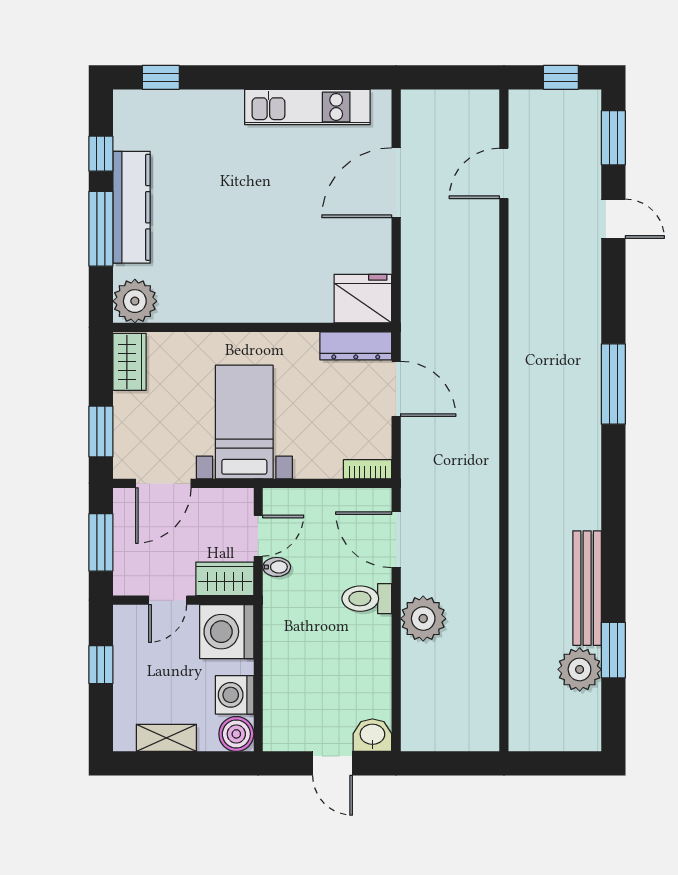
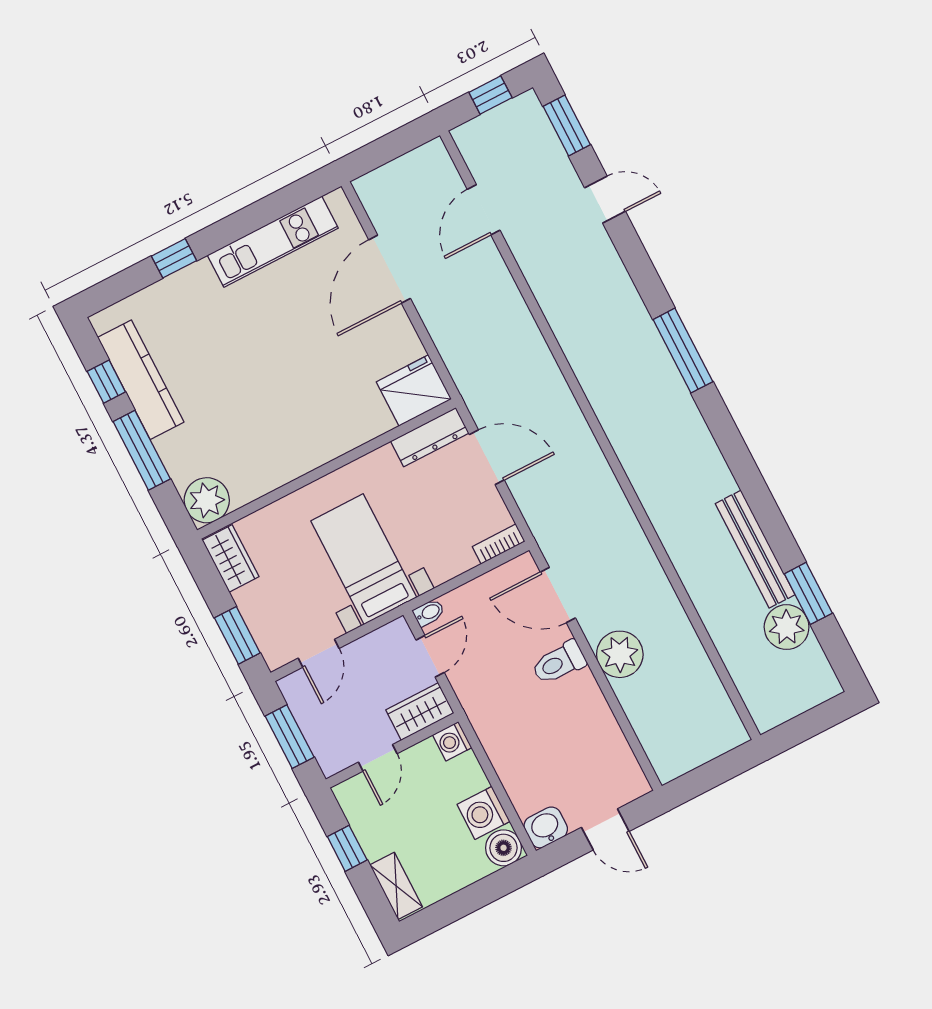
window: (161, 77) -> (174, 258), moved
kitchen counter: (132, 207) -> (141, 380), moved
door: (163, 483) -> (319, 653), width x0.73
bidet: (277, 567) -> (429, 613), moved
washing machine: (227, 632) -> (452, 741), width x0.53, depth x0.53
washbasin: (372, 735) -> (546, 827), moved
shelving: (166, 738) -> (396, 886), moved, turned 90

